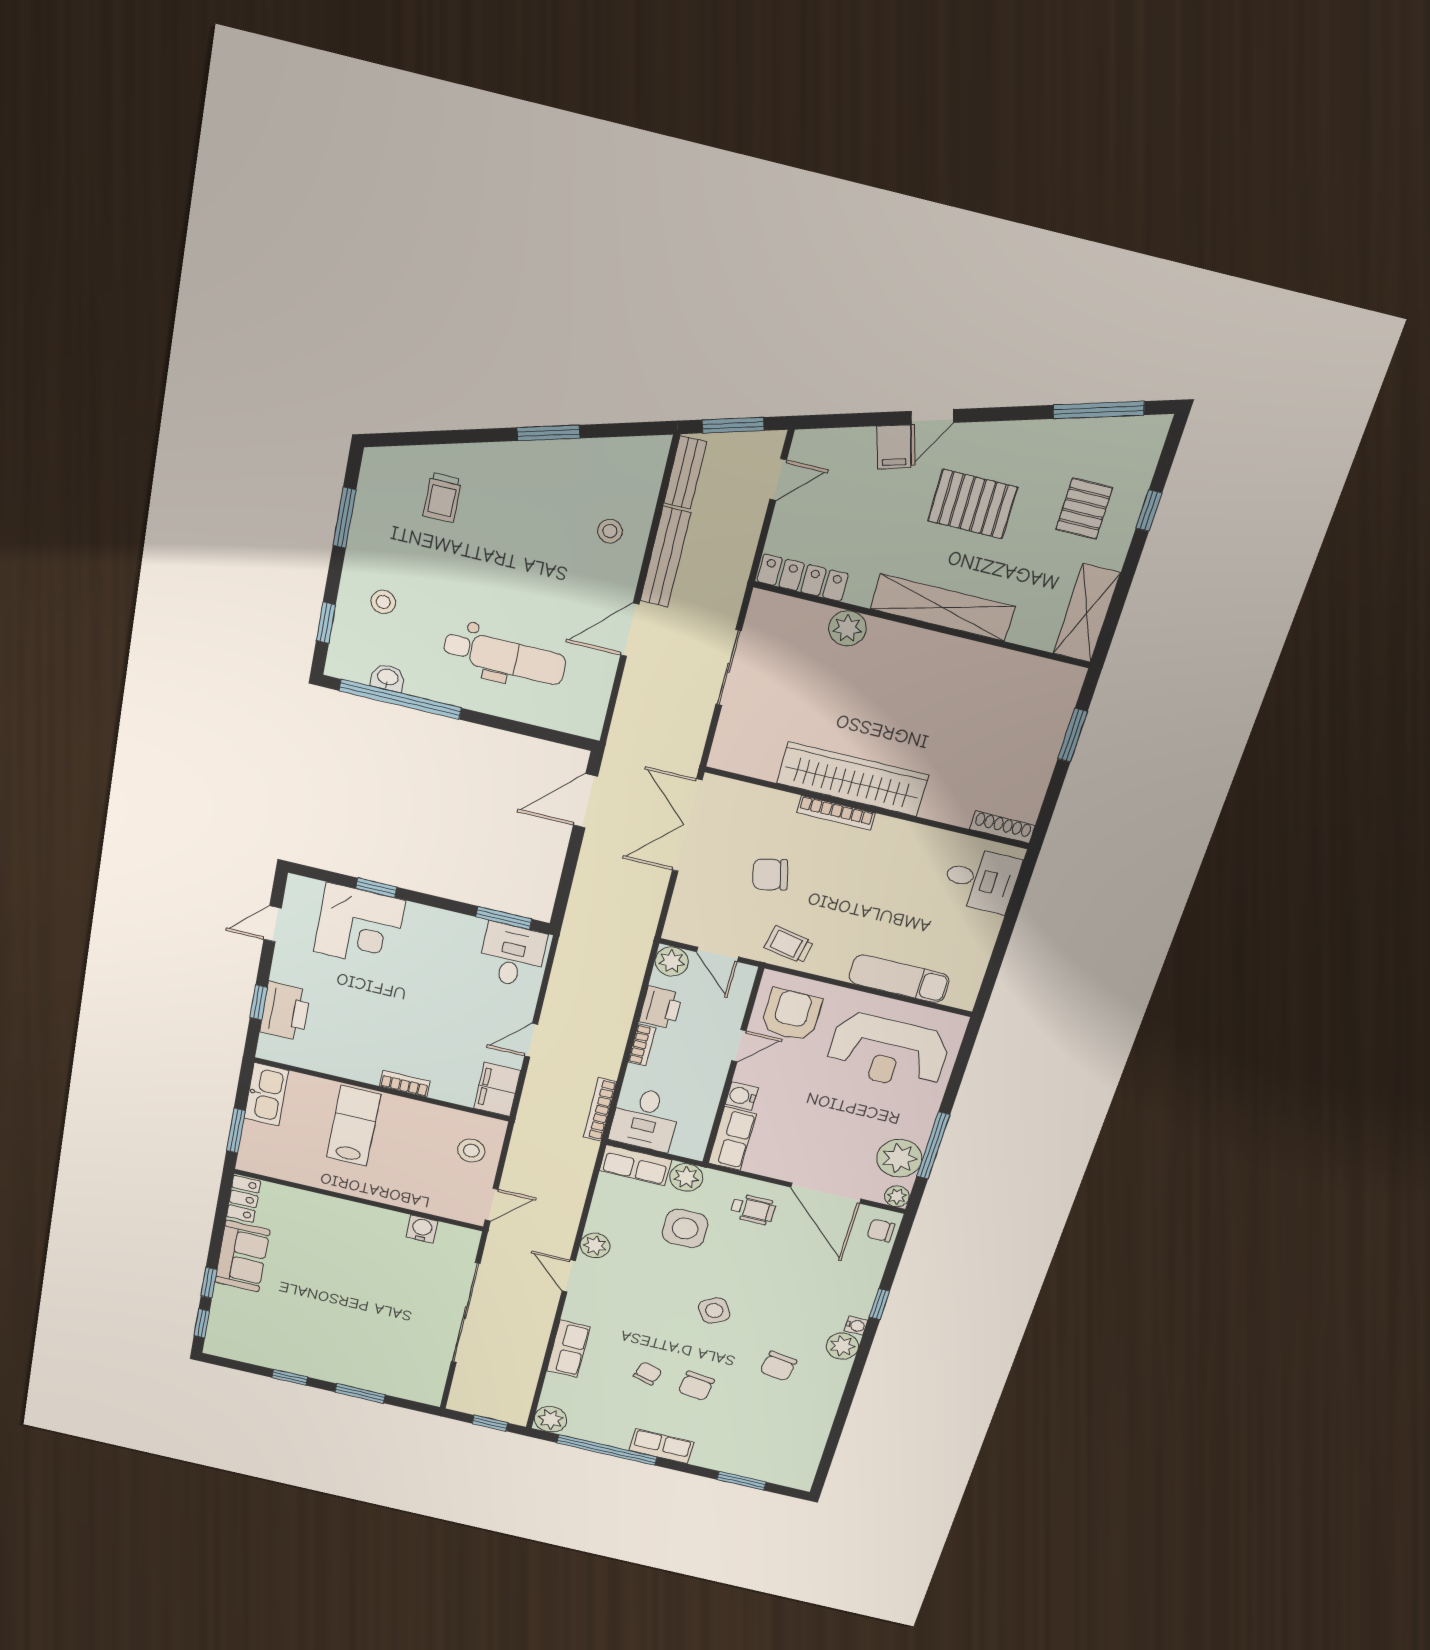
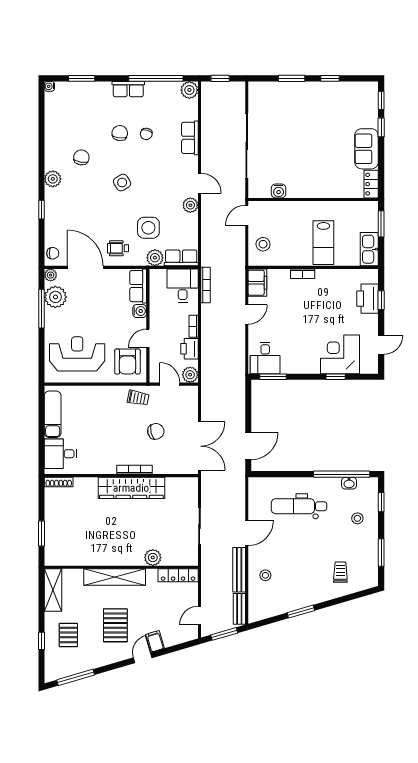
pallet: (972, 504) -> (115, 625), turned 90
exam couch: (899, 979) -> (53, 414), moved, turned -90
water cooler: (856, 1326) -> (49, 86), moved

